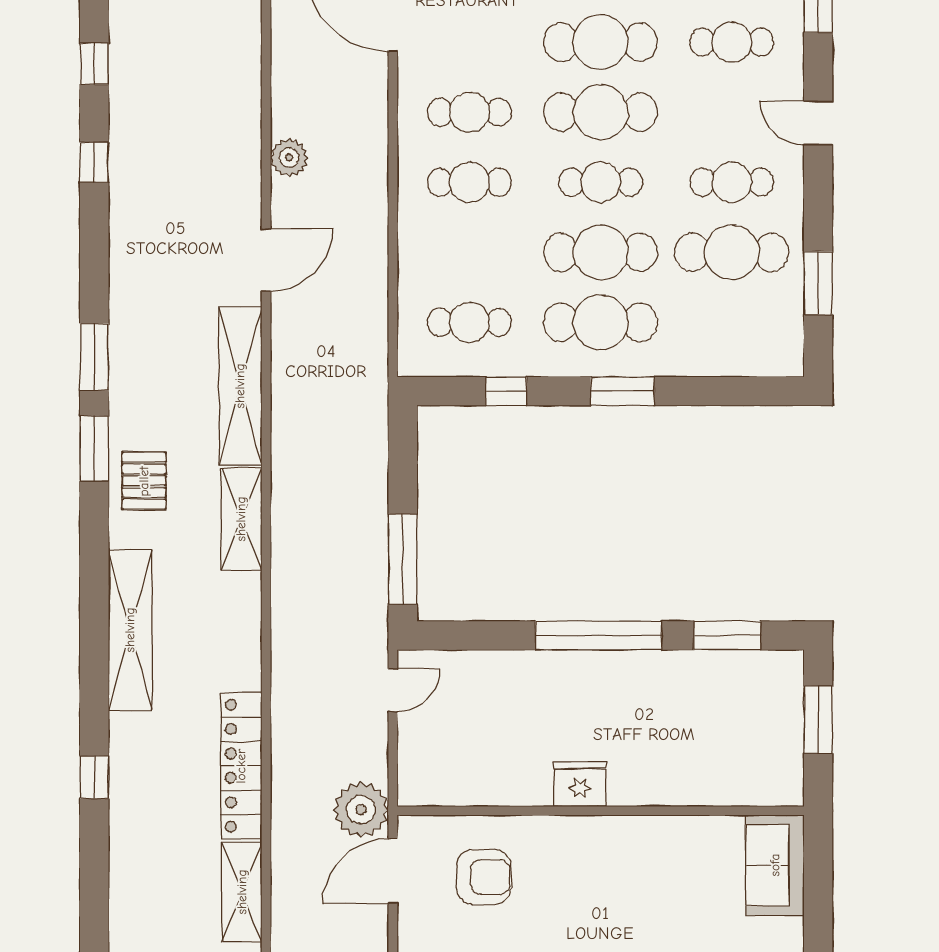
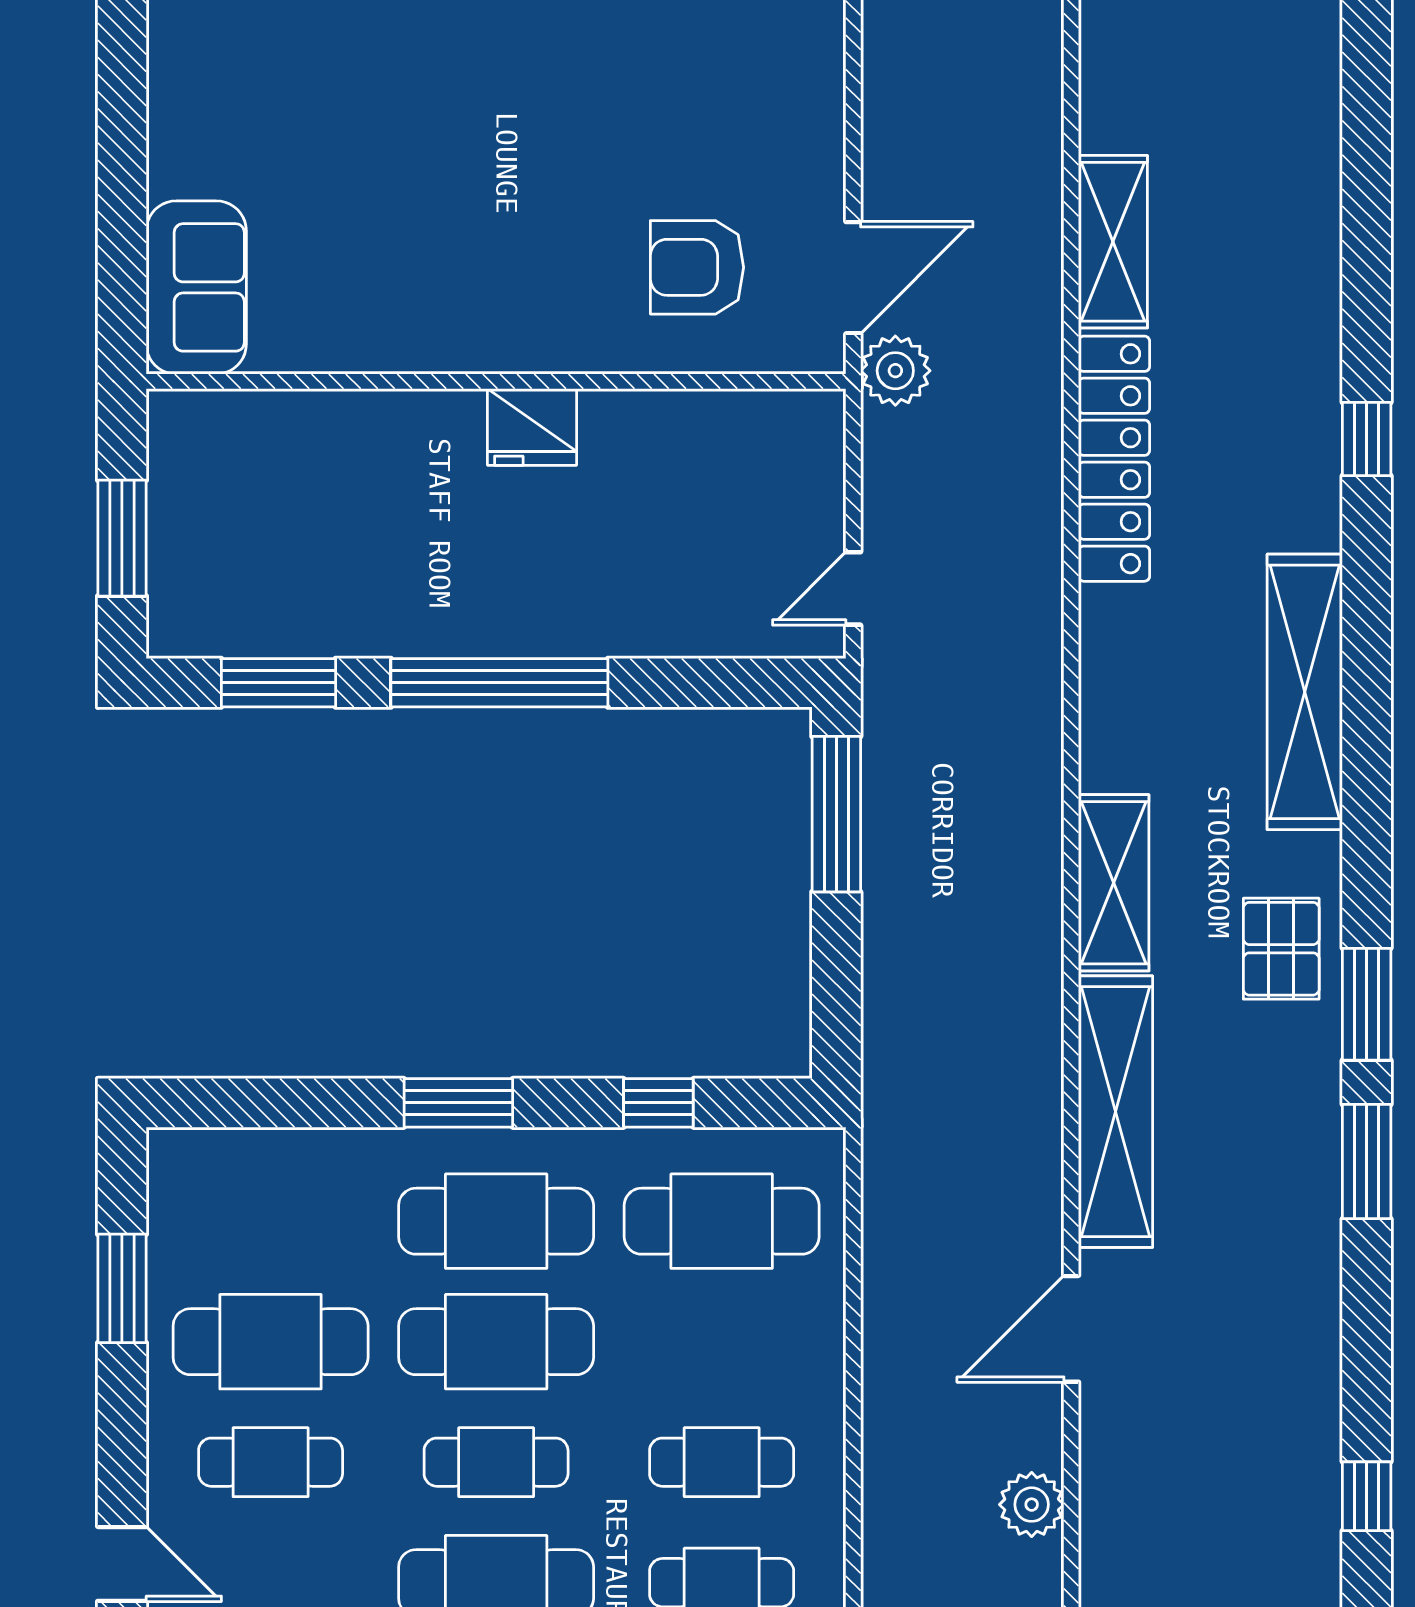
cafe table: (469, 322) -> (722, 1221), width x1.37, depth x1.35
plant: (361, 810) -> (895, 371), width x0.73, depth x0.73

